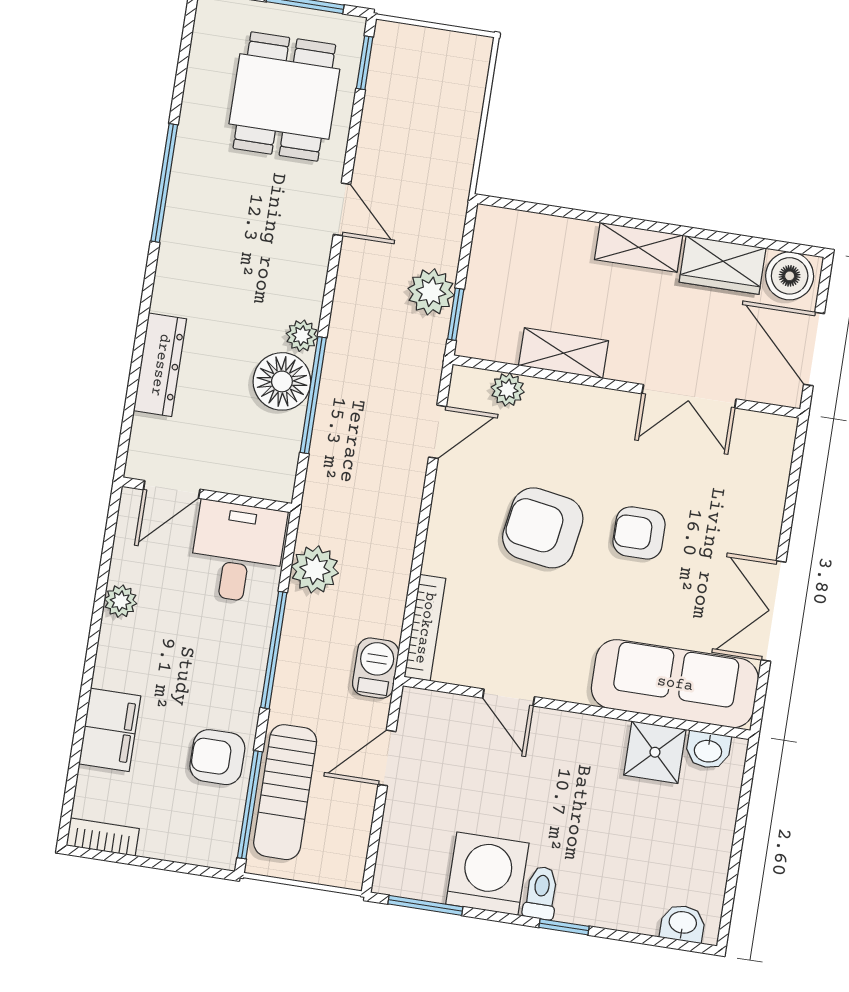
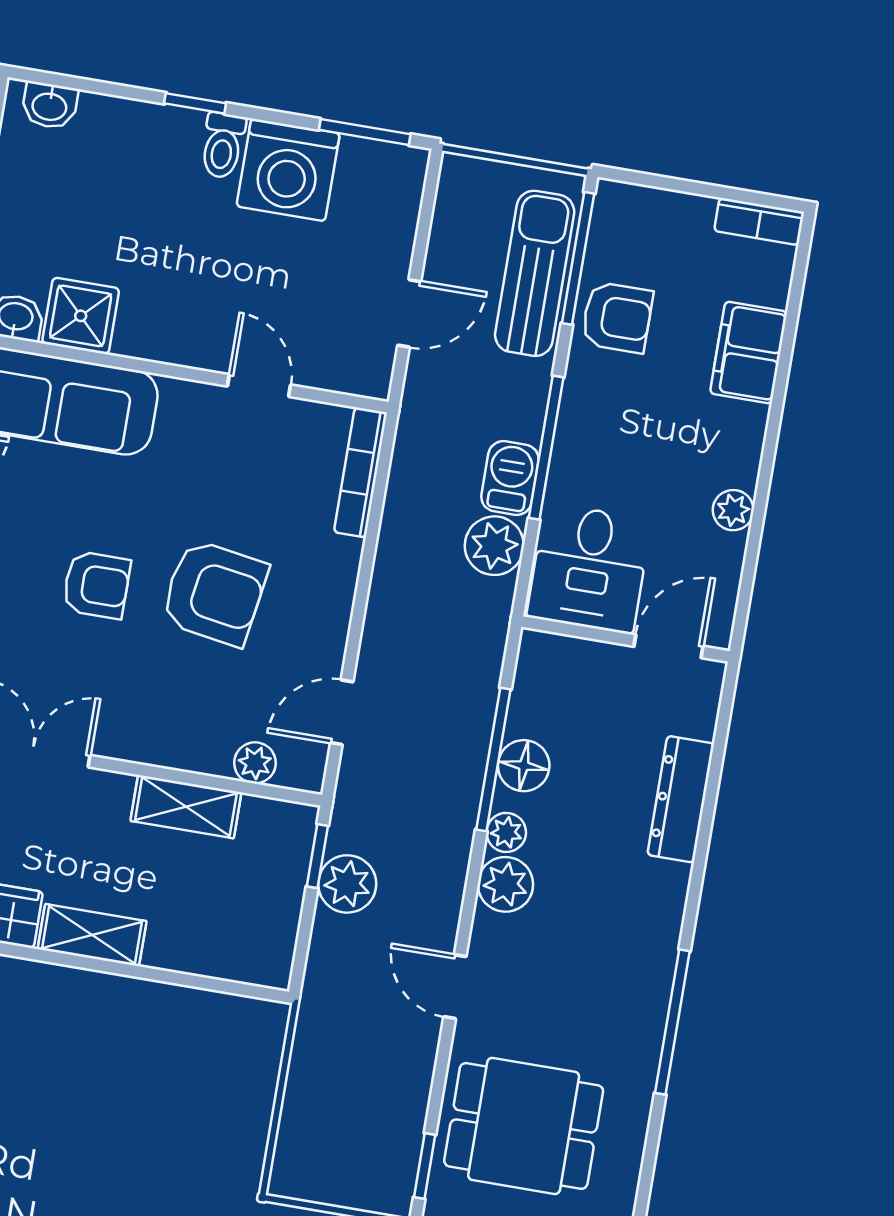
dining table: (284, 97) -> (524, 1126), turned 90
plant: (302, 293) -> (505, 884), added
floor lamp: (282, 381) -> (524, 766), width x0.73, depth x0.73
barbecue: (376, 668) -> (510, 478), moved, turned 180

